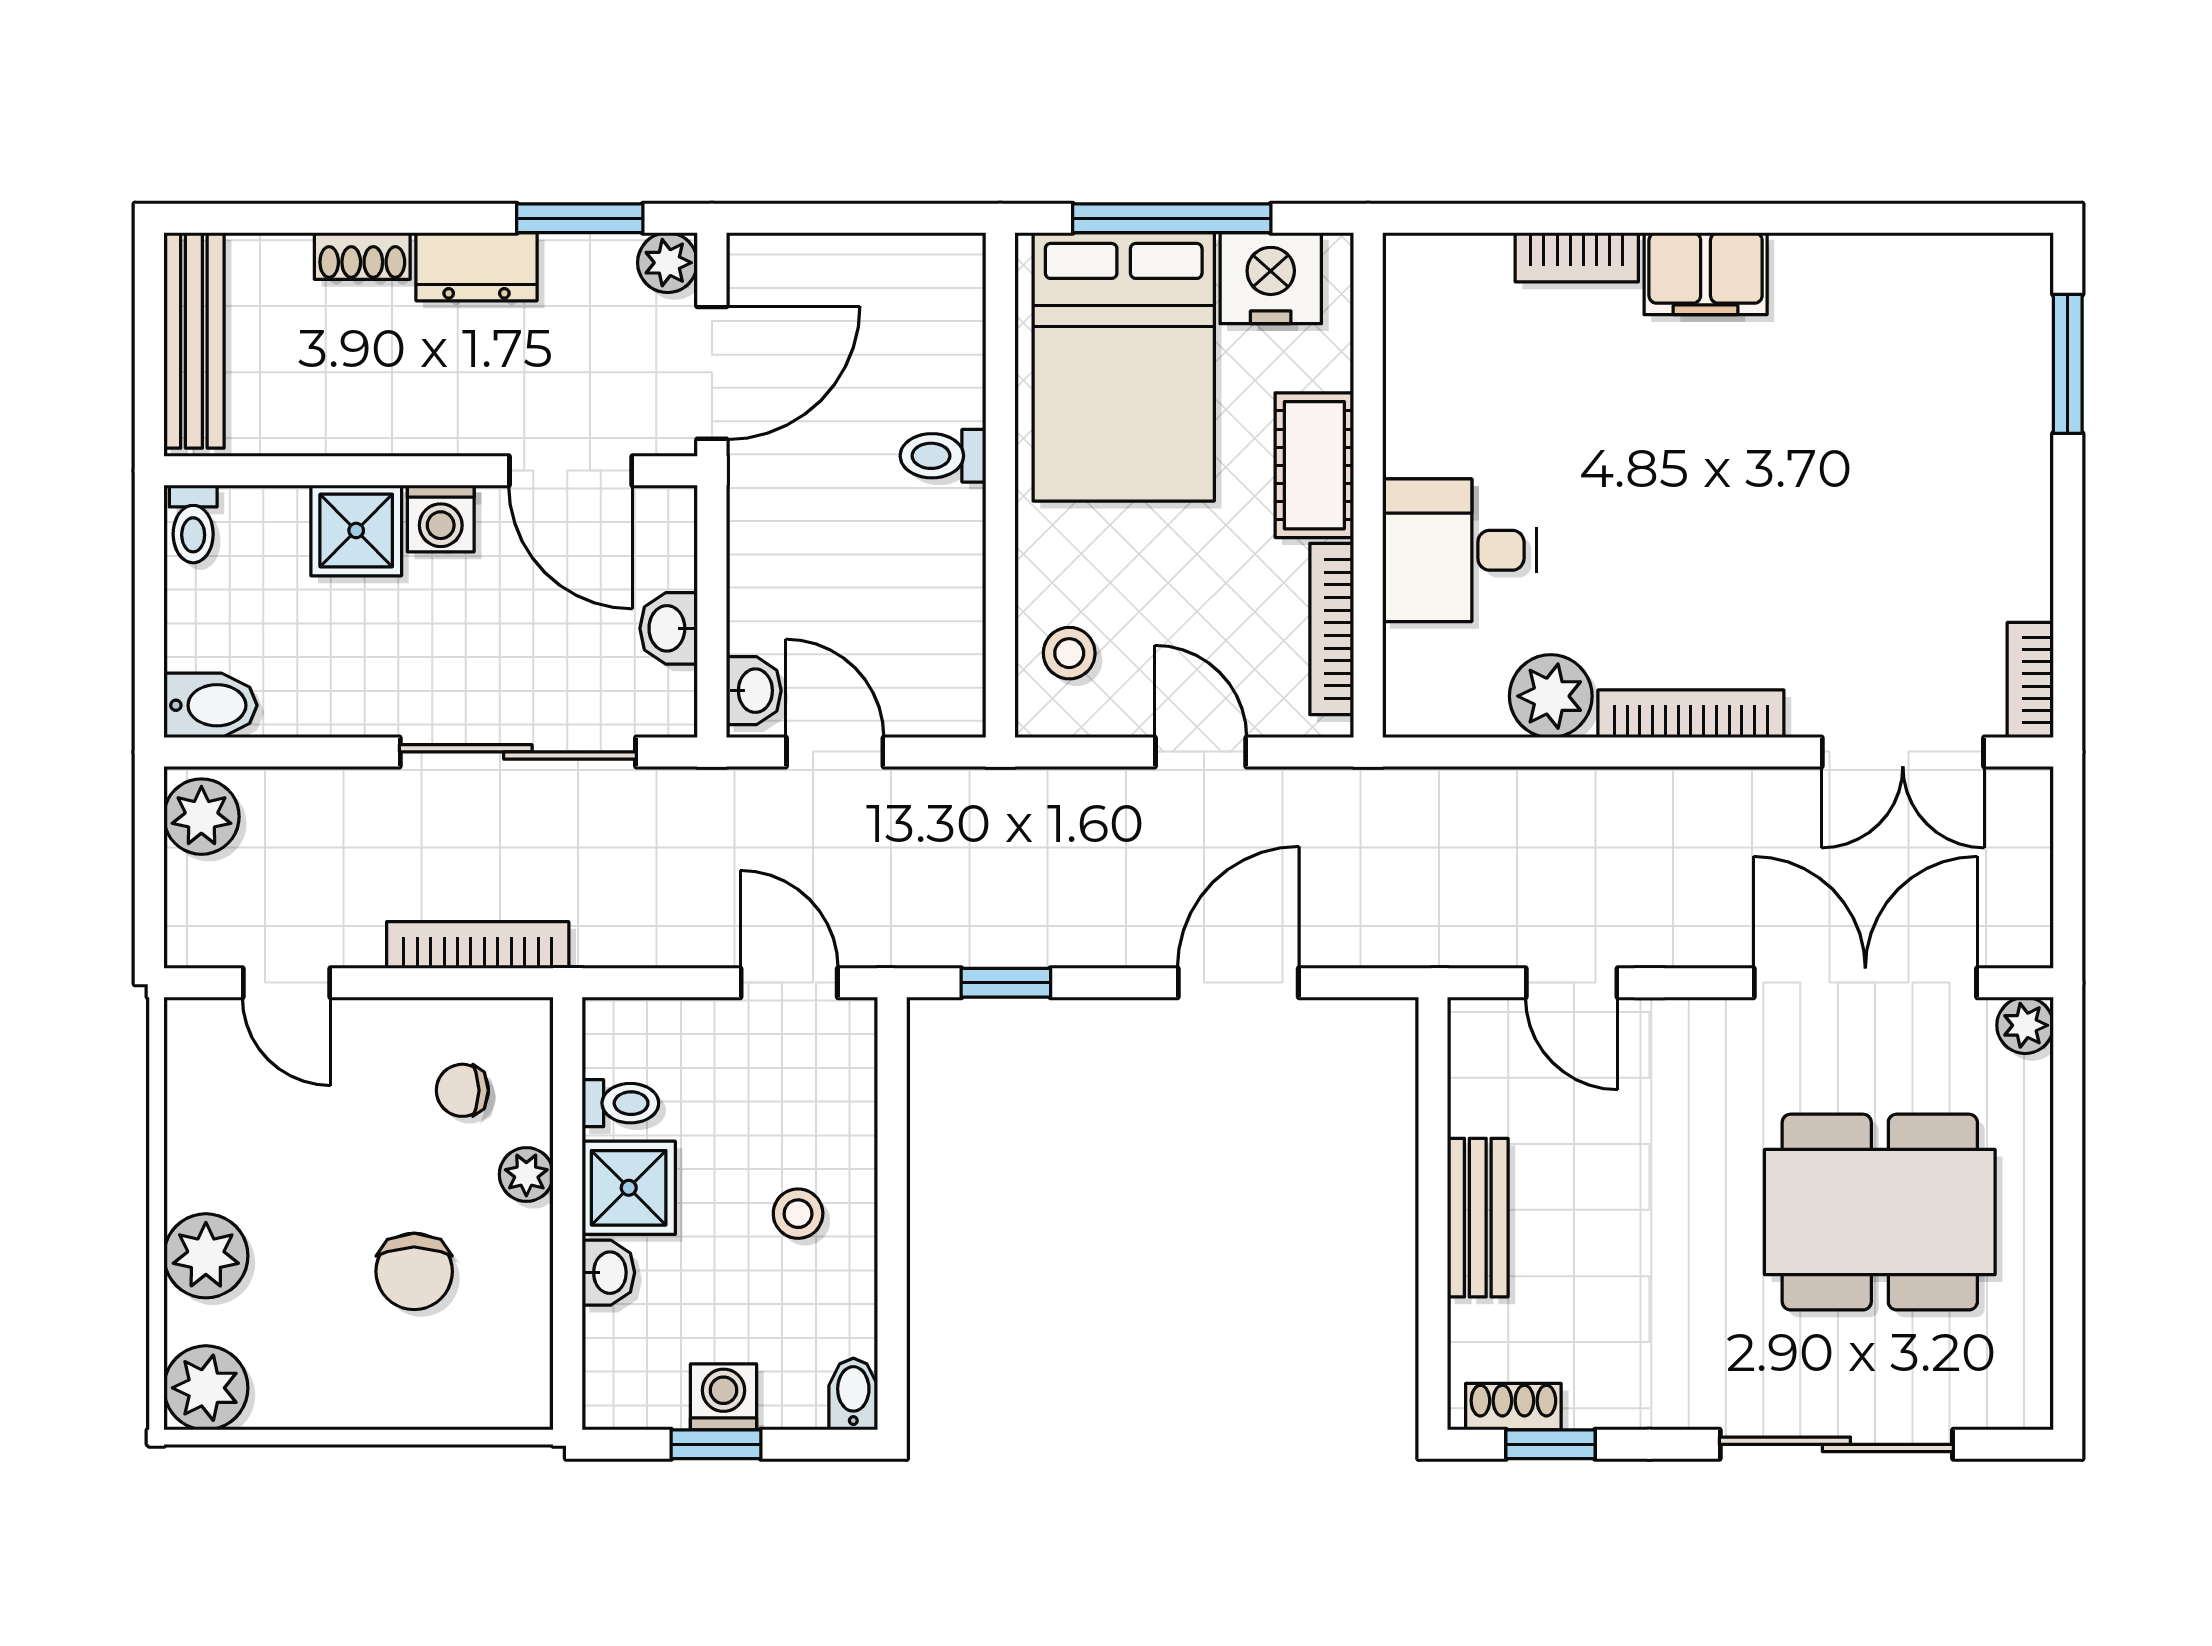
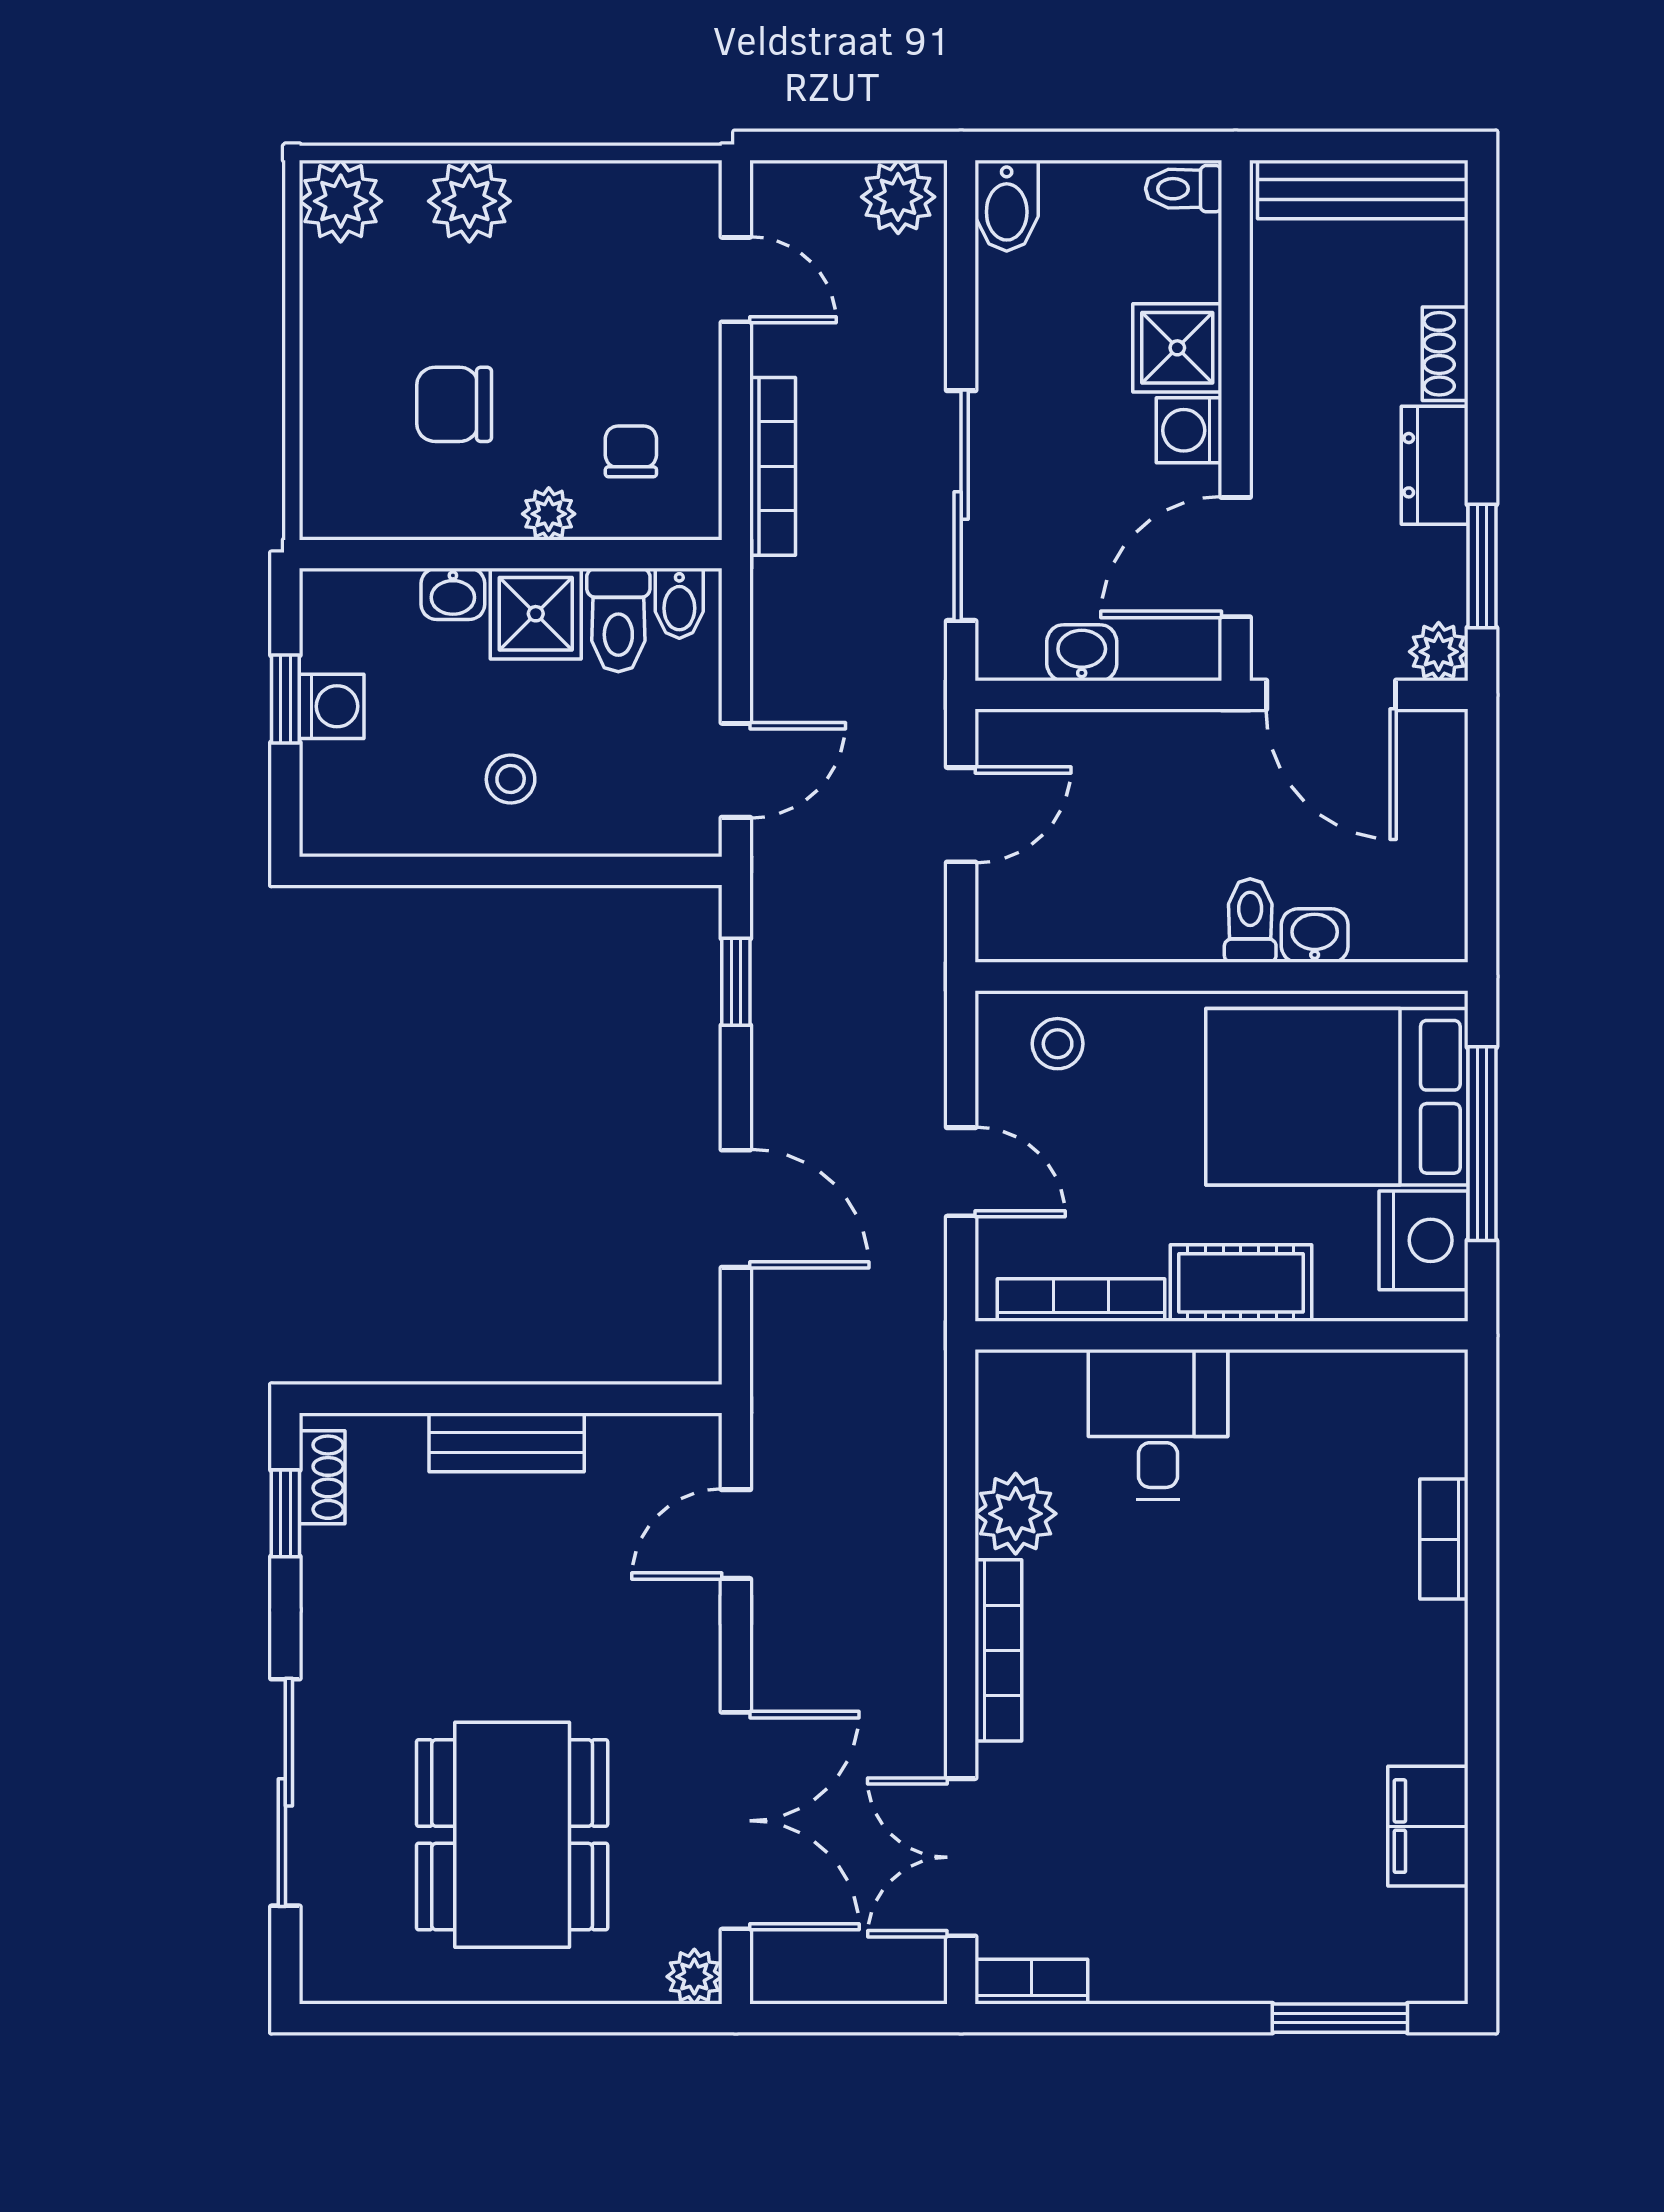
filing cabinet: (1706, 274) -> (1428, 1826), moved
washbasin: (754, 691) -> (1315, 936), moved, turned 180
door: (1201, 752) -> (961, 1172), hinge flipped
door: (286, 983) -> (736, 280), swing flipped
toilet: (620, 1103) -> (618, 620), width x1.37, depth x1.39
bidet: (853, 1394) -> (679, 603), moved, turned 90

